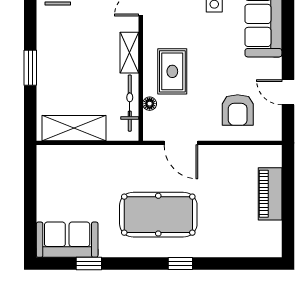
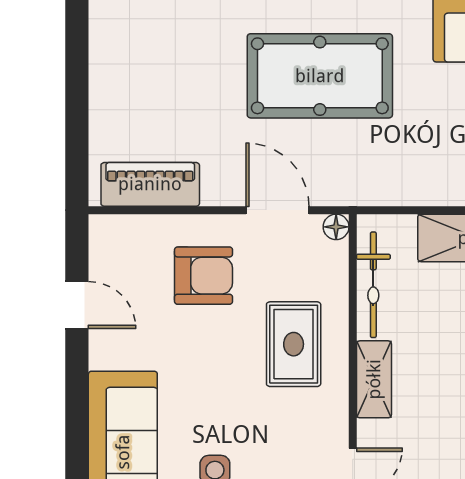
floor lamp: (150, 104) -> (336, 227), moved
armchair: (238, 110) -> (204, 276), moved, turned 90
piano: (270, 194) -> (150, 184), moved, turned -90

